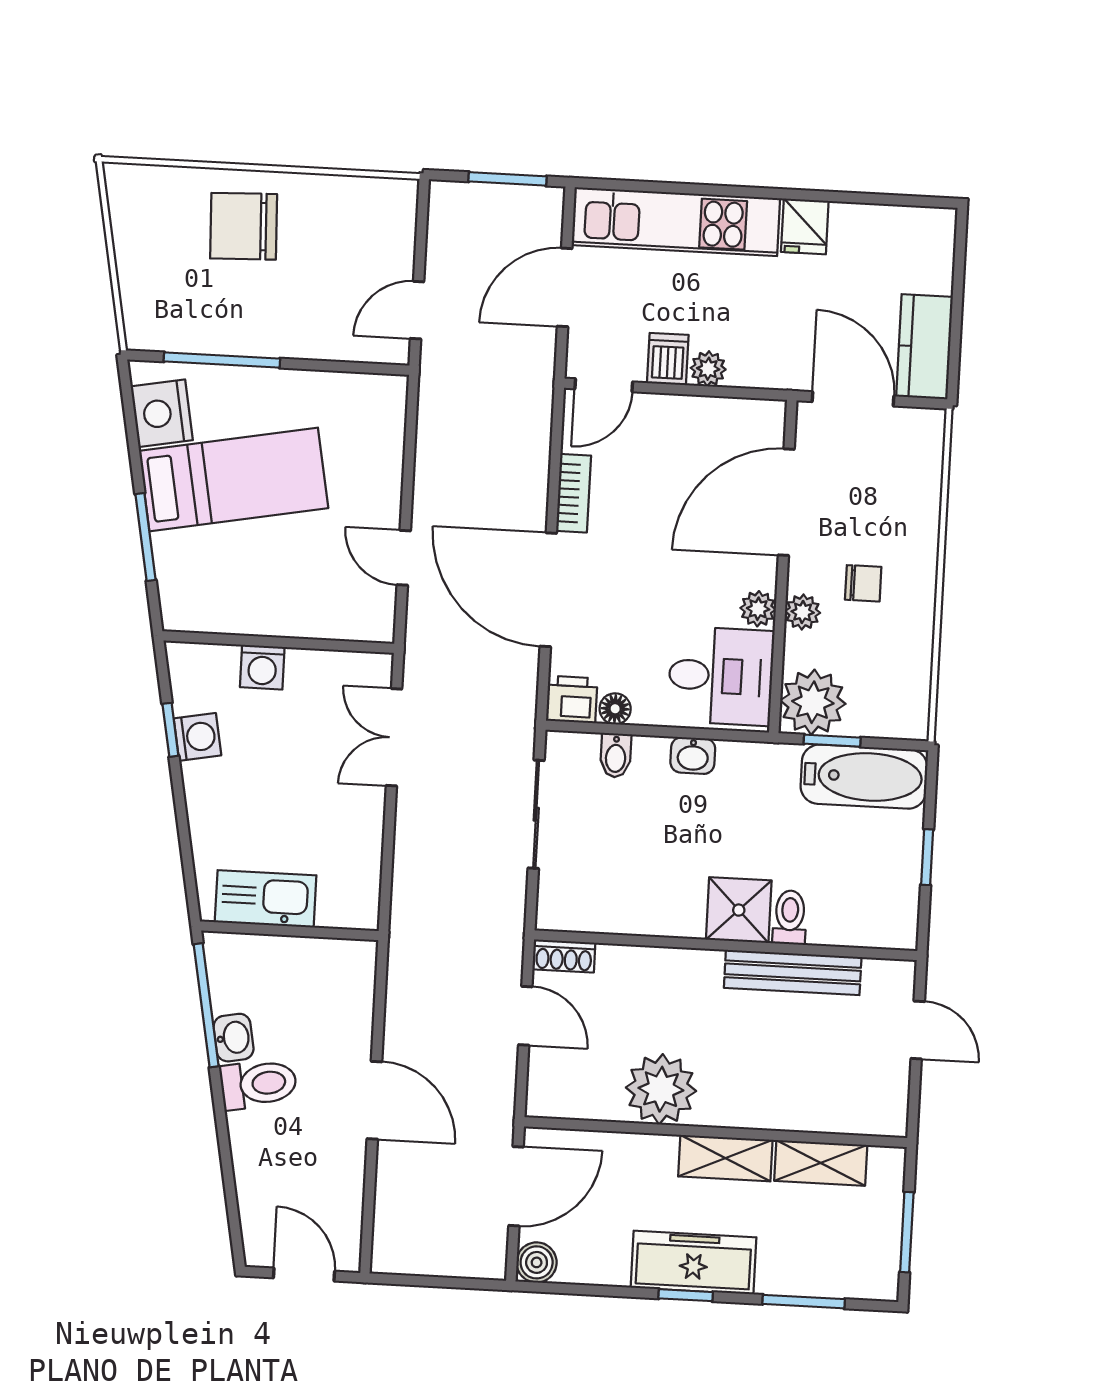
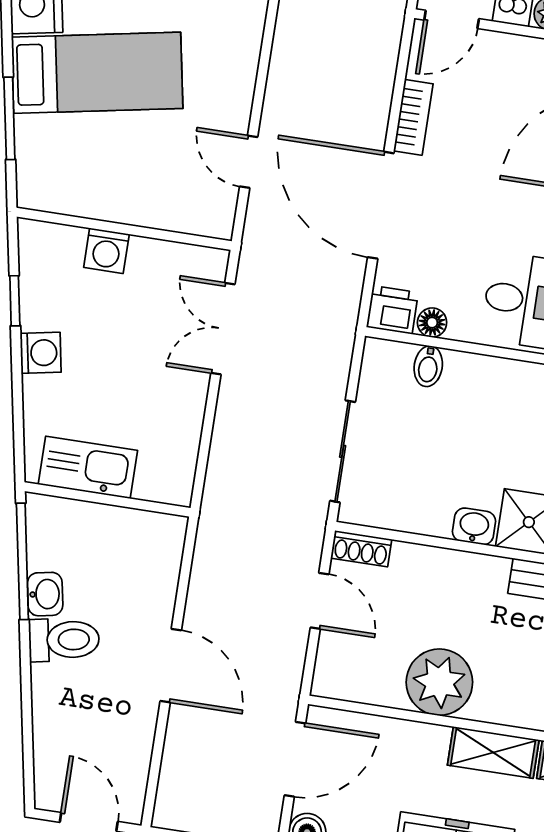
washing machine: (197, 737) -> (41, 353), moved
washbasin: (693, 756) -> (474, 526), moved, turned 180
sliding door: (536, 814) -> (343, 451), moved

